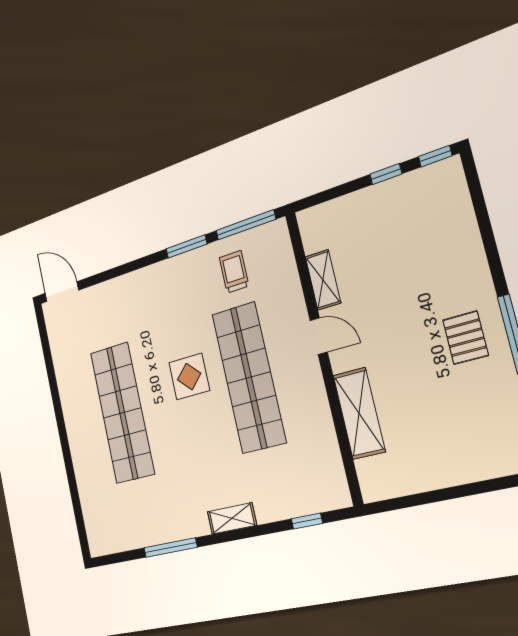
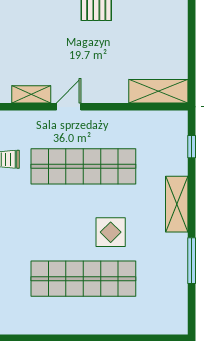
display table: (189, 377) -> (111, 232), moved
shelving: (359, 413) -> (158, 91), moved
shelving: (232, 518) -> (177, 204), width x1.50, depth x1.33

